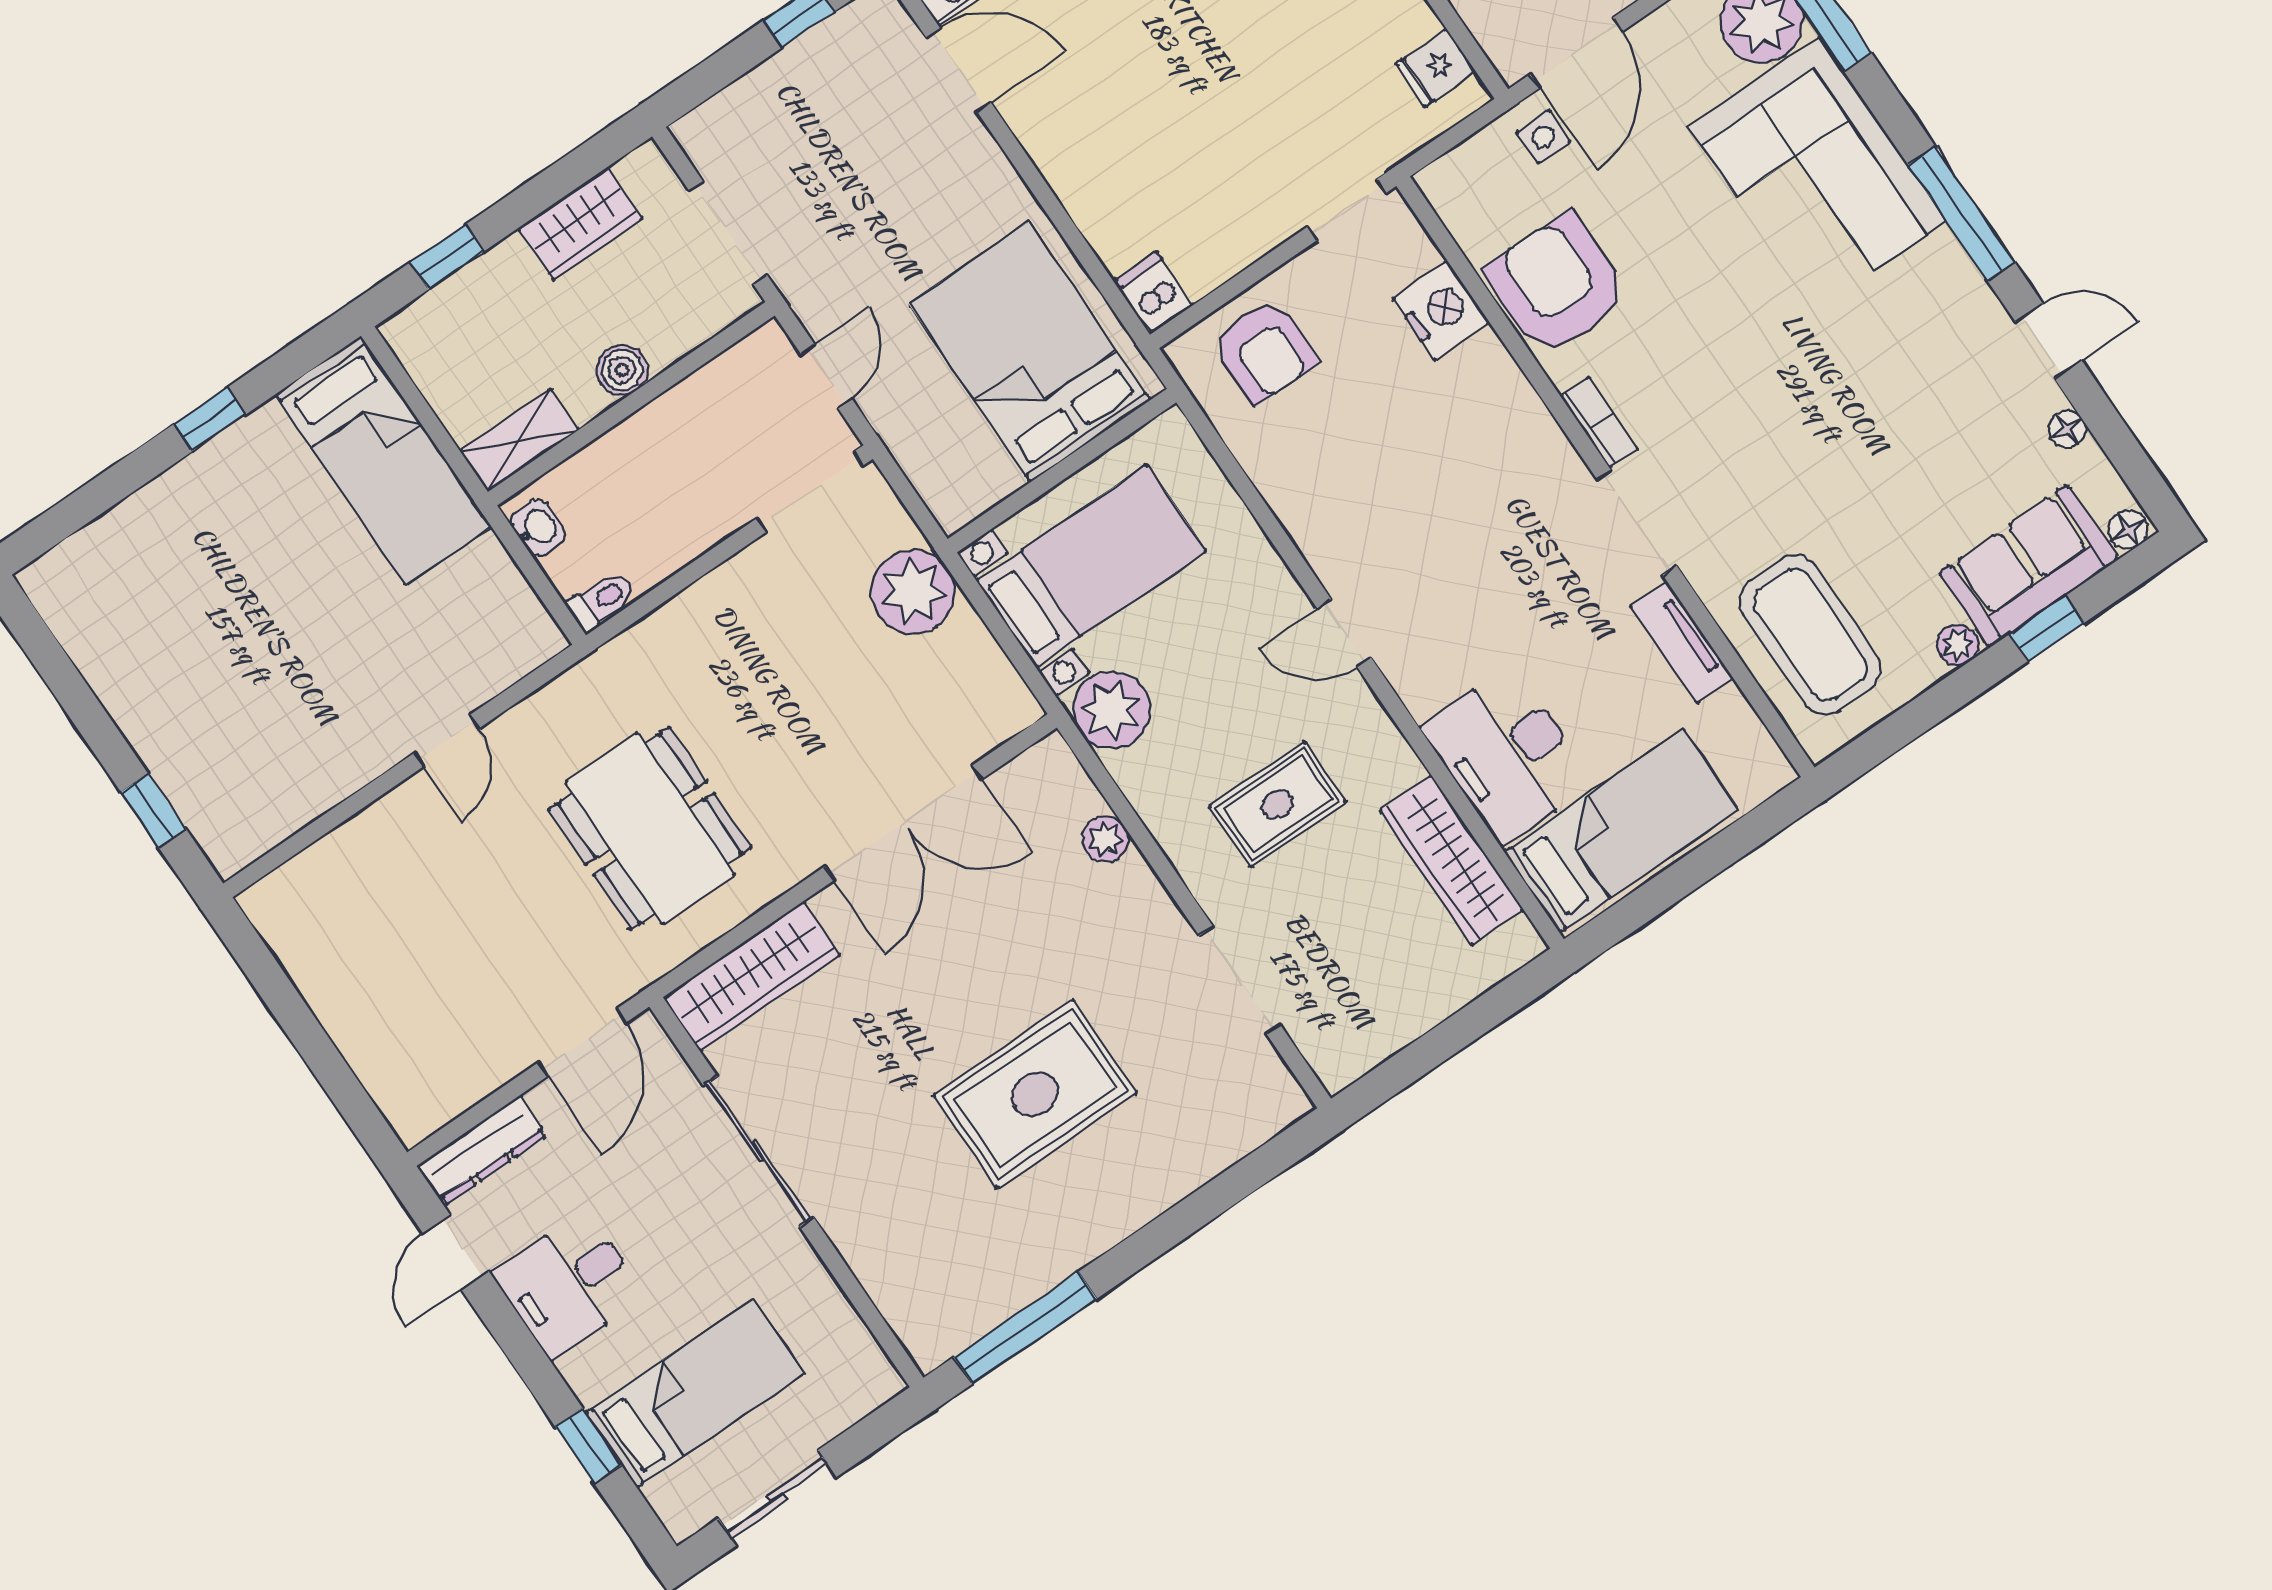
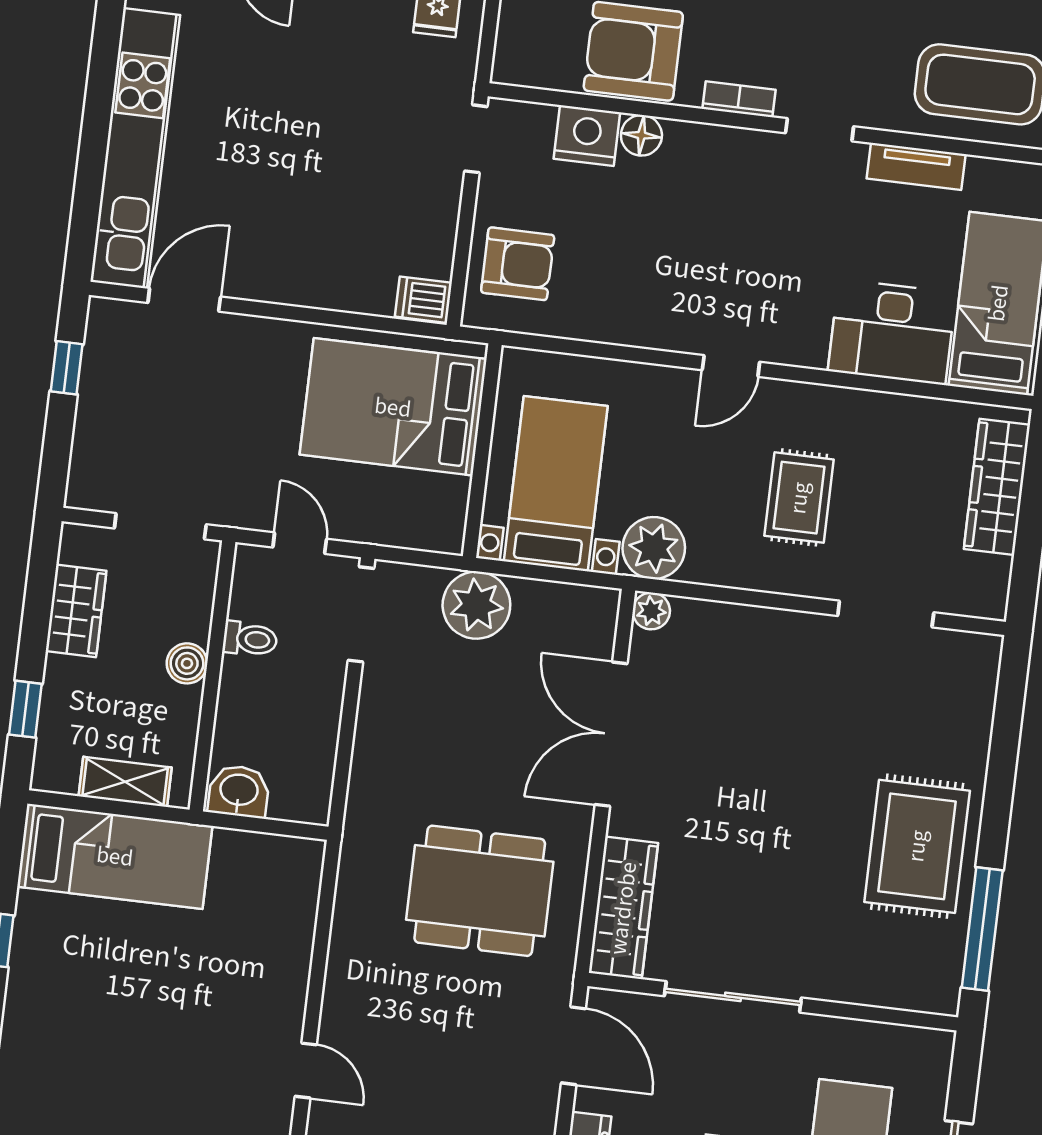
floor lamp: (1486, 361) -> (641, 135), added
shelving: (519, 441) -> (125, 782), moved, turned 90
doorway: (1637, 522) -> (820, 130), width x0.73
washbasin: (538, 528) -> (239, 791), width x1.38, depth x1.45
toilet: (602, 600) -> (250, 639), moved, turned 90
door: (447, 741) -> (306, 1071), moved
double door: (903, 823) -> (611, 734), swing flipped
plant: (1106, 839) -> (651, 611), moved
wardrobe: (1452, 860) -> (997, 487), moved, turned 90
rug: (1035, 1094) -> (917, 846), moved

